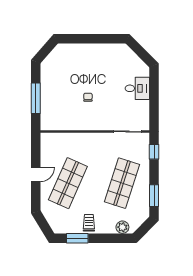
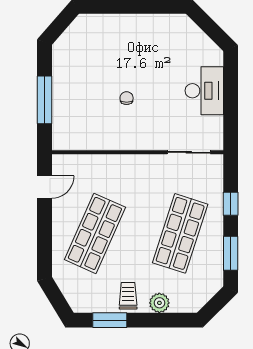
desk: (137, 88) -> (204, 91), width x1.37
window: (154, 152) -> (231, 204), moved
door: (36, 174) -> (44, 187), moved
plant: (122, 227) -> (159, 303), moved

